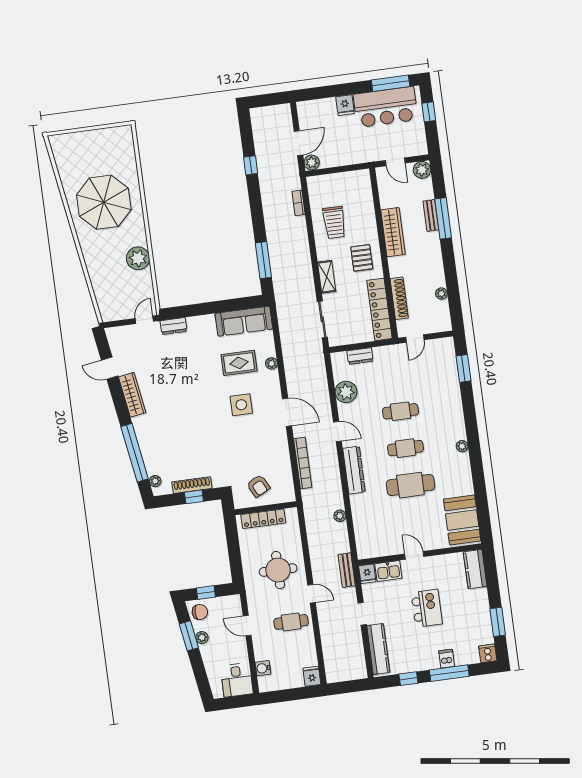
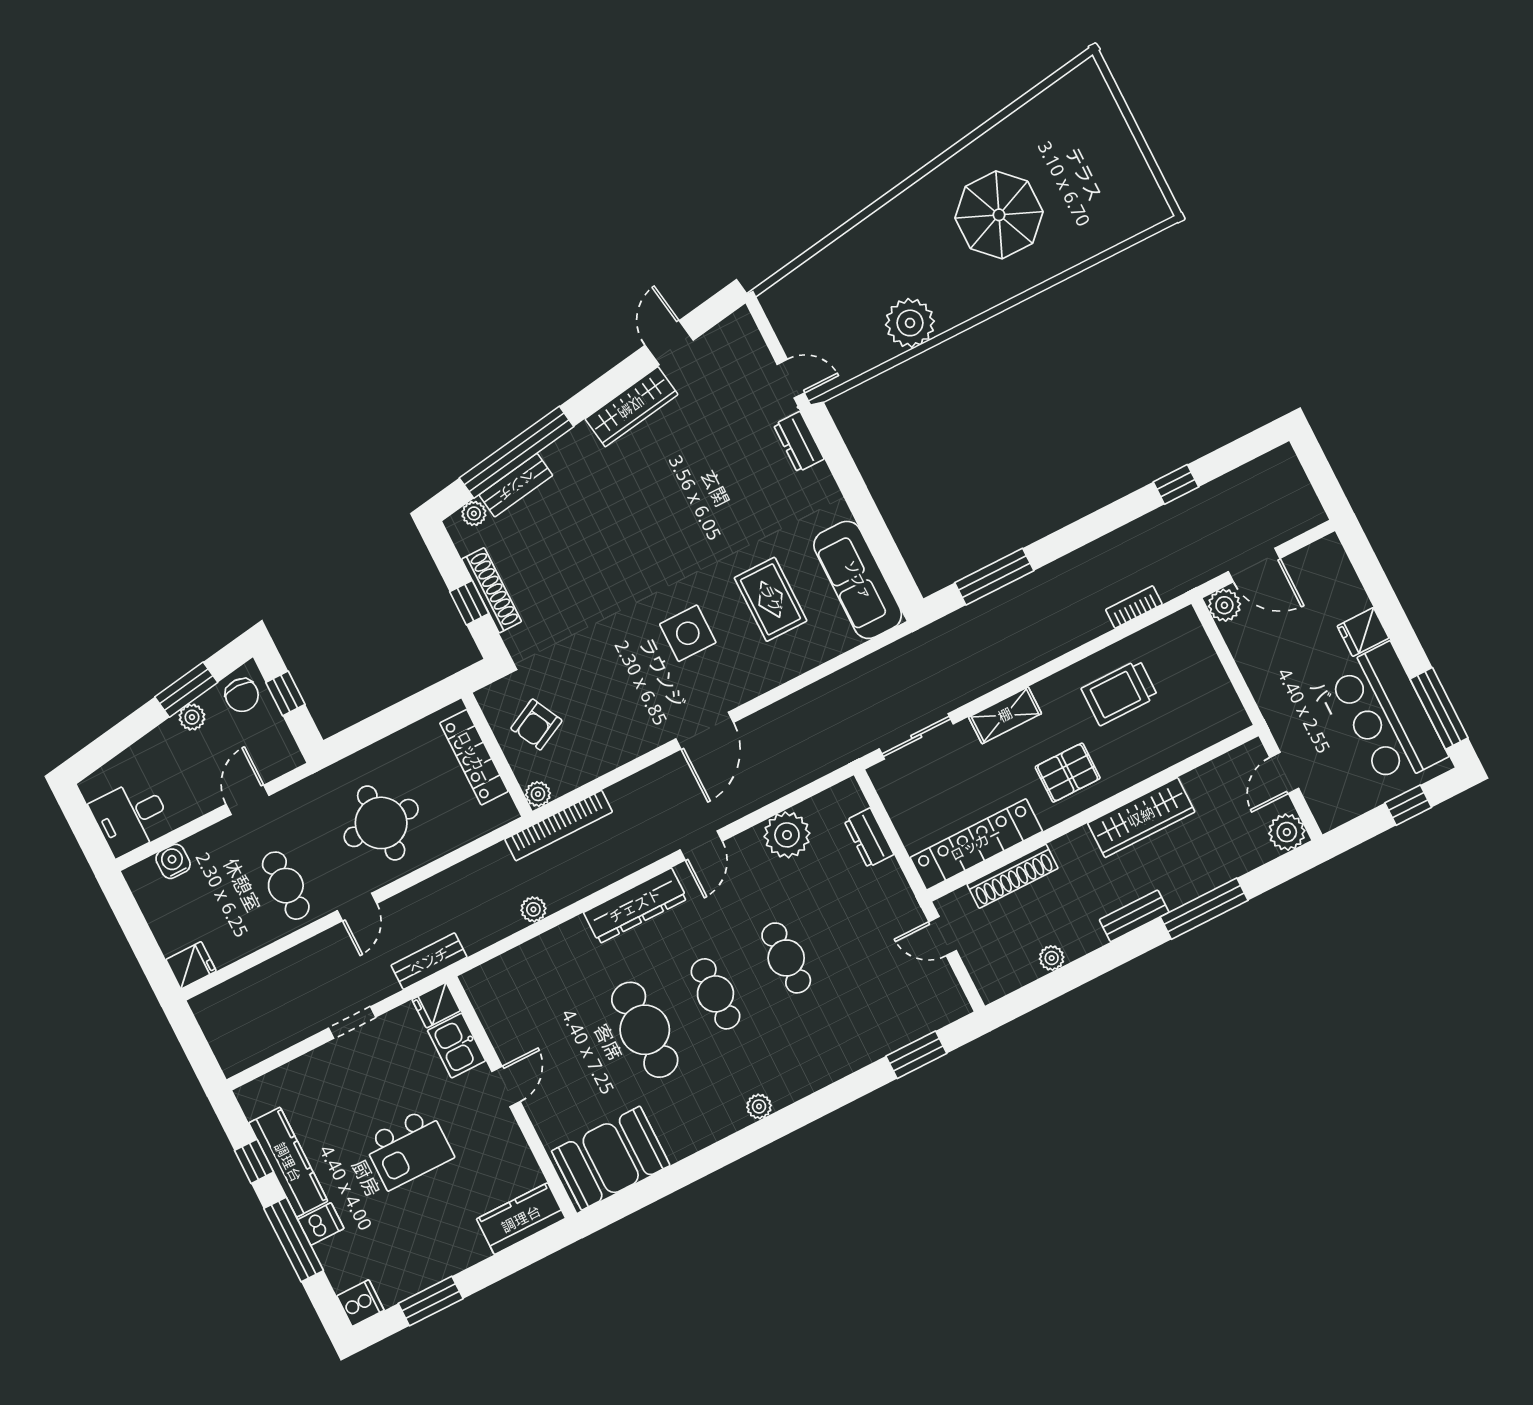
parasol: (104, 202) -> (999, 215), width x0.73, depth x0.73
bench: (431, 215) -> (1134, 916), moved
plant: (271, 363) -> (538, 794), moved
bench: (149, 458) -> (516, 485), added
bookcase: (303, 463) -> (559, 826), moved
kitchen counter: (378, 649) -> (288, 1162), moved, turned -90

